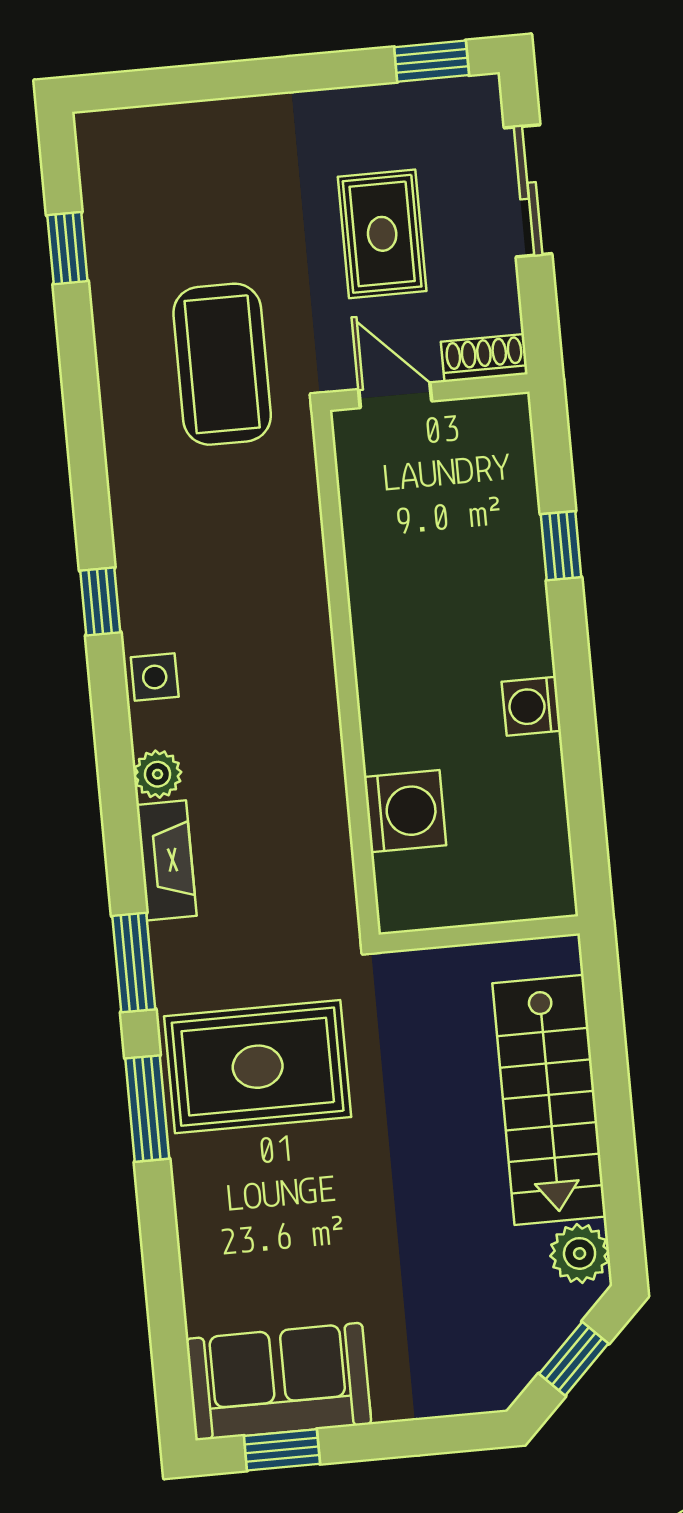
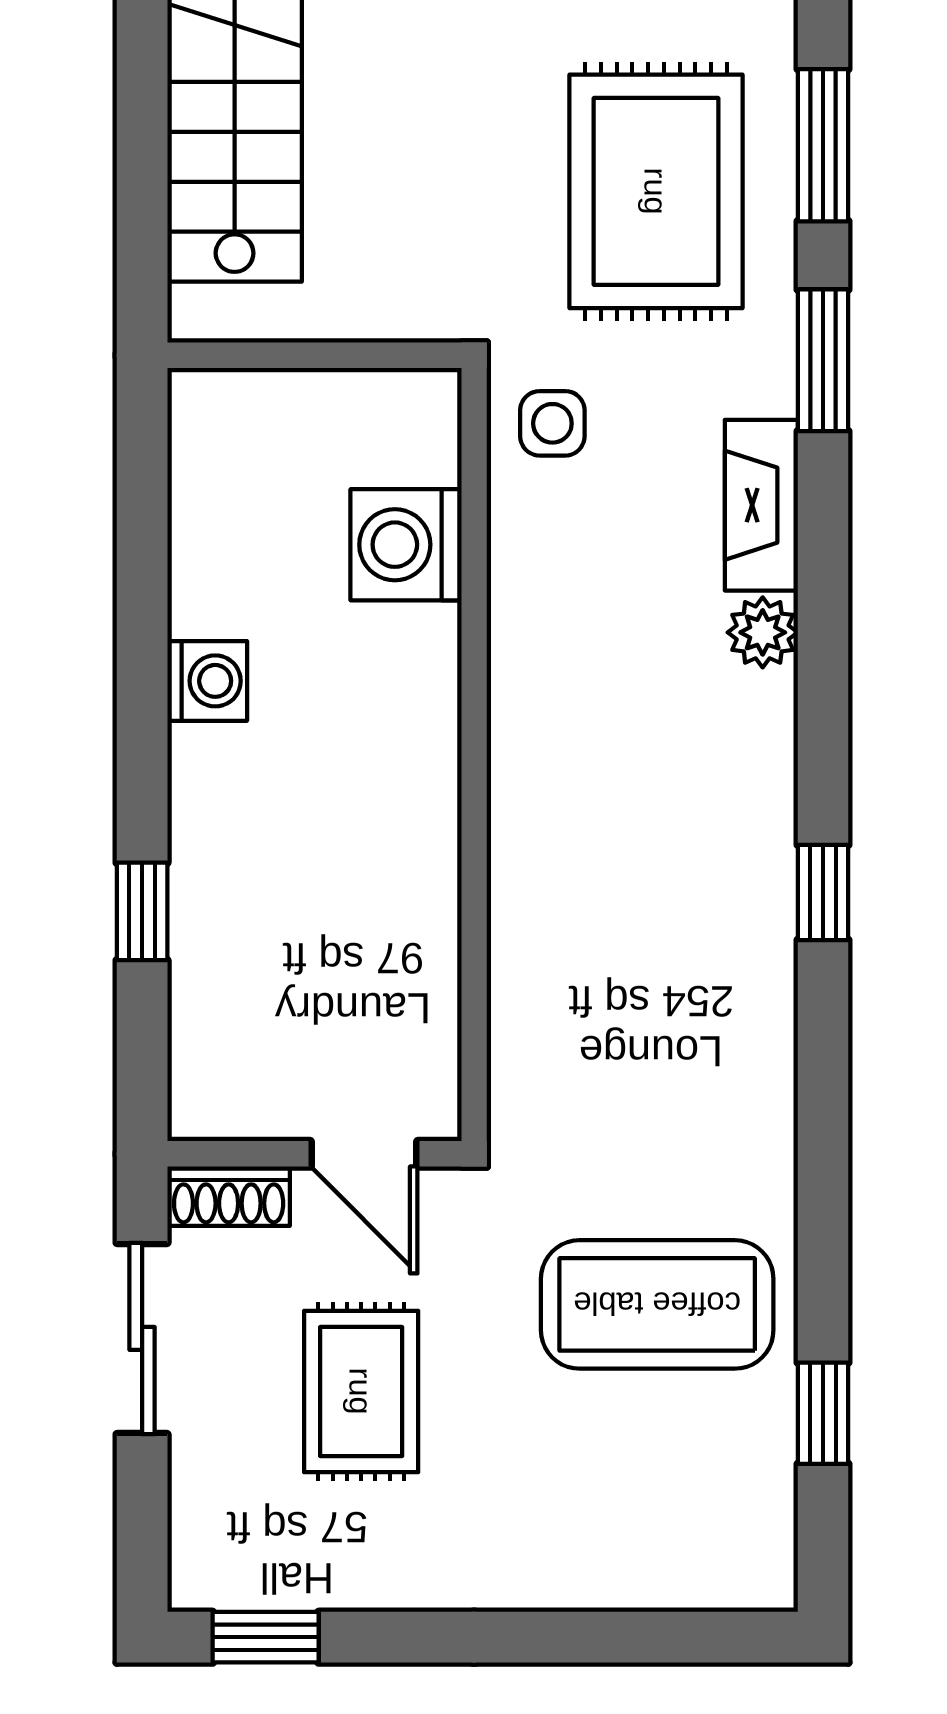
sliding door: (528, 191) -> (142, 1338), moved
coffee table: (222, 364) -> (657, 1304), moved, turned 90
side table: (155, 677) -> (552, 423), moved
rug: (258, 1067) -> (656, 191), turned 90

